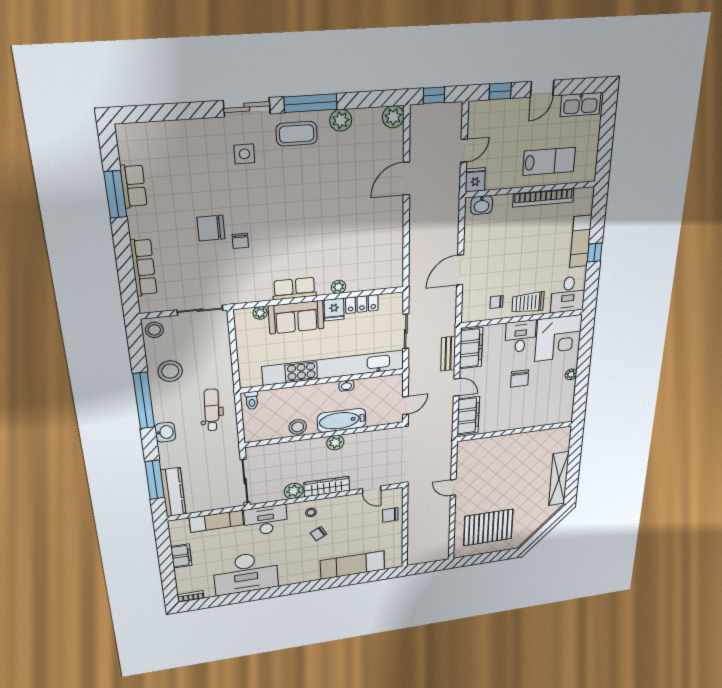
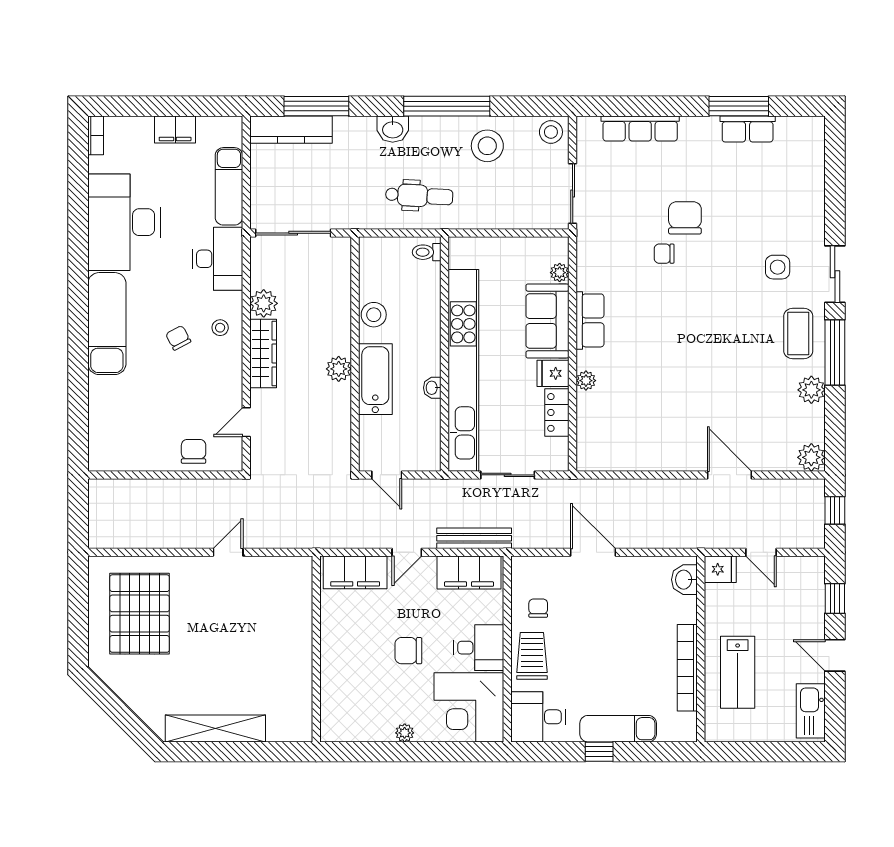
bench: (448, 354) -> (474, 538), width x1.36
exam couch: (352, 565) -> (107, 324), moved

